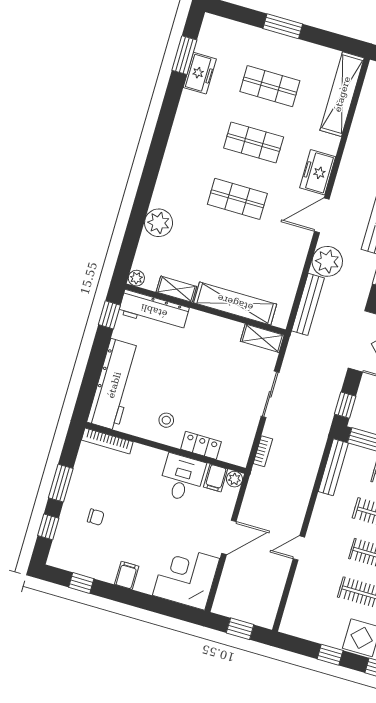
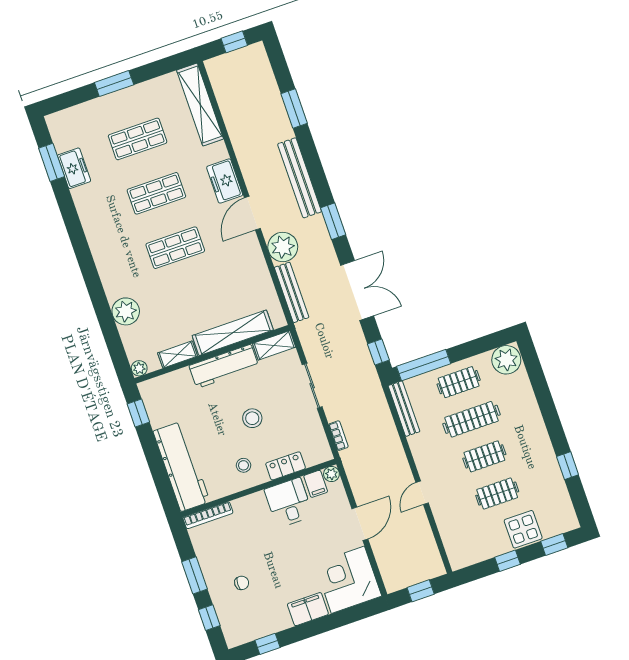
workbench: (154, 311) -> (224, 366), moved
stool: (201, 386) -> (252, 418), added
filing cabinet: (127, 575) -> (308, 609), width x2.00

